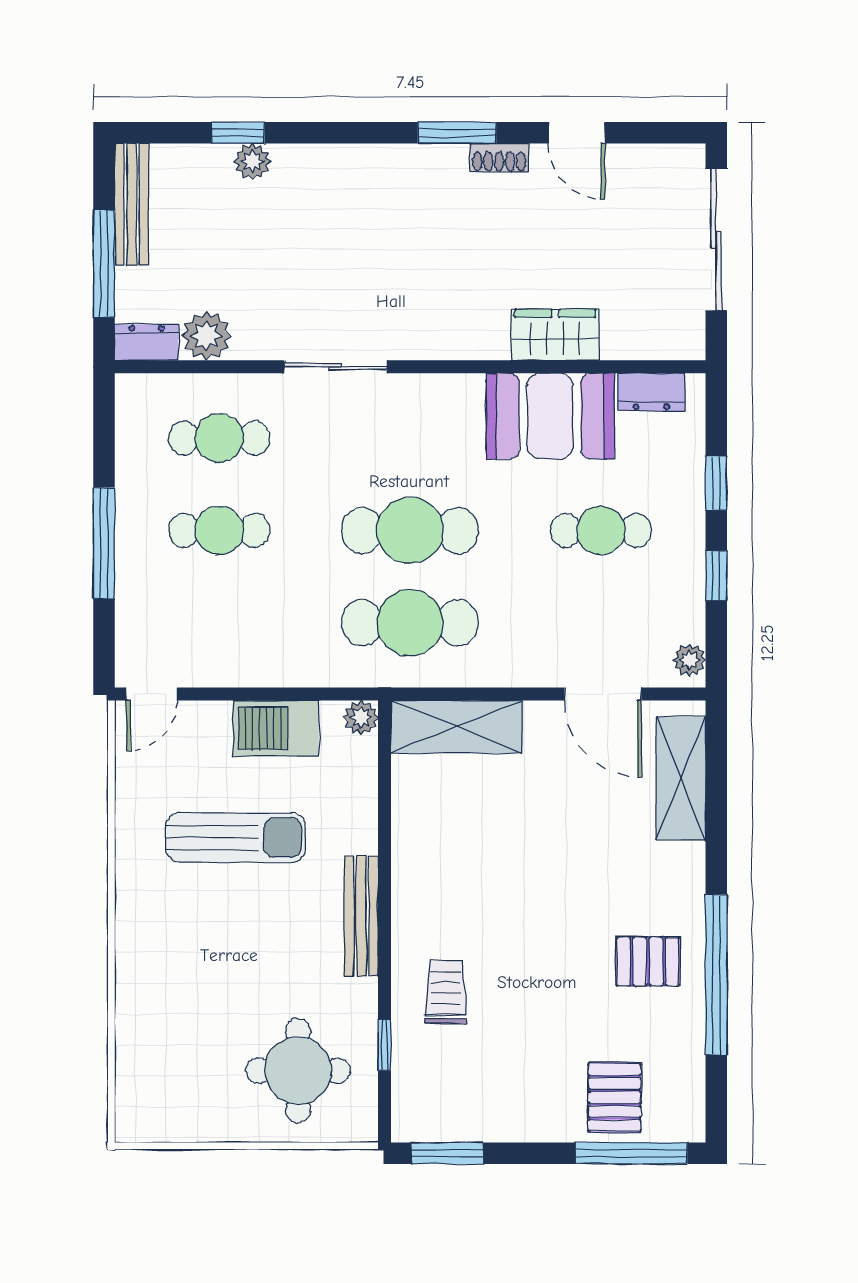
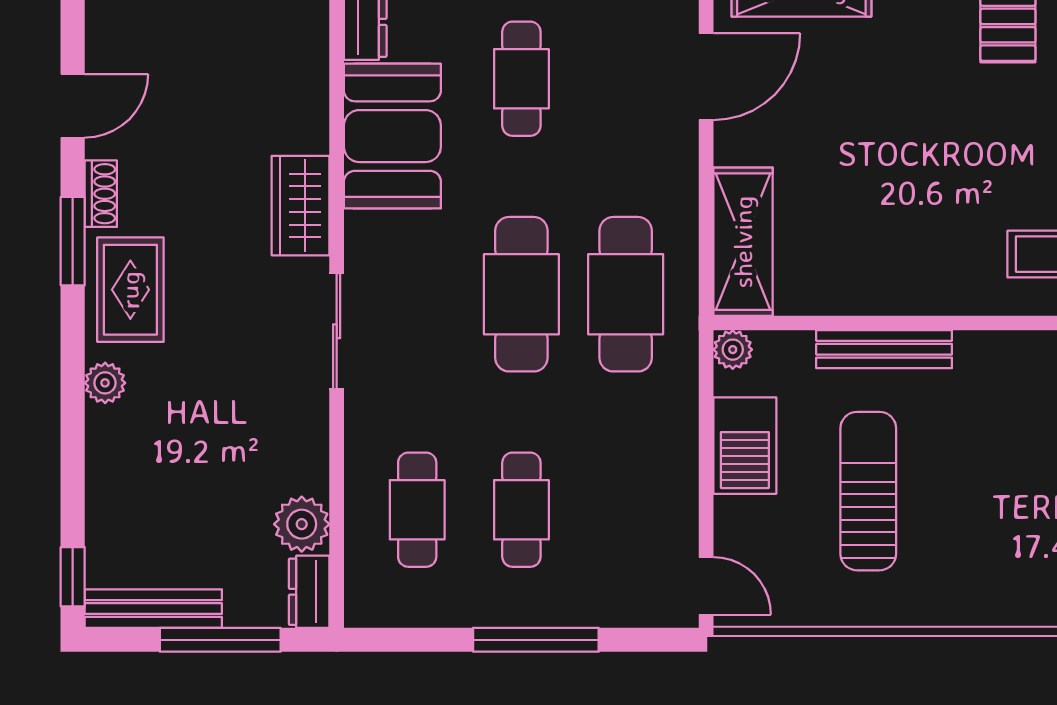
window: (238, 133) -> (73, 577), moved
plant: (252, 161) -> (105, 383), moved
rug: (414, 184) -> (130, 290), added
wardrobe: (555, 335) -> (301, 206), moved
sliding door: (335, 367) -> (337, 331), moved
bench: (361, 916) -> (884, 349), moved

